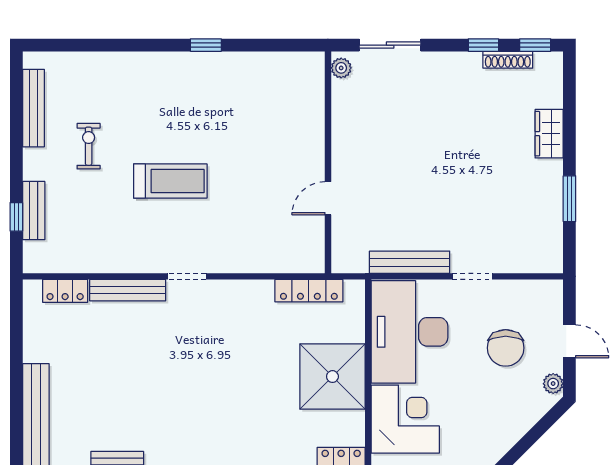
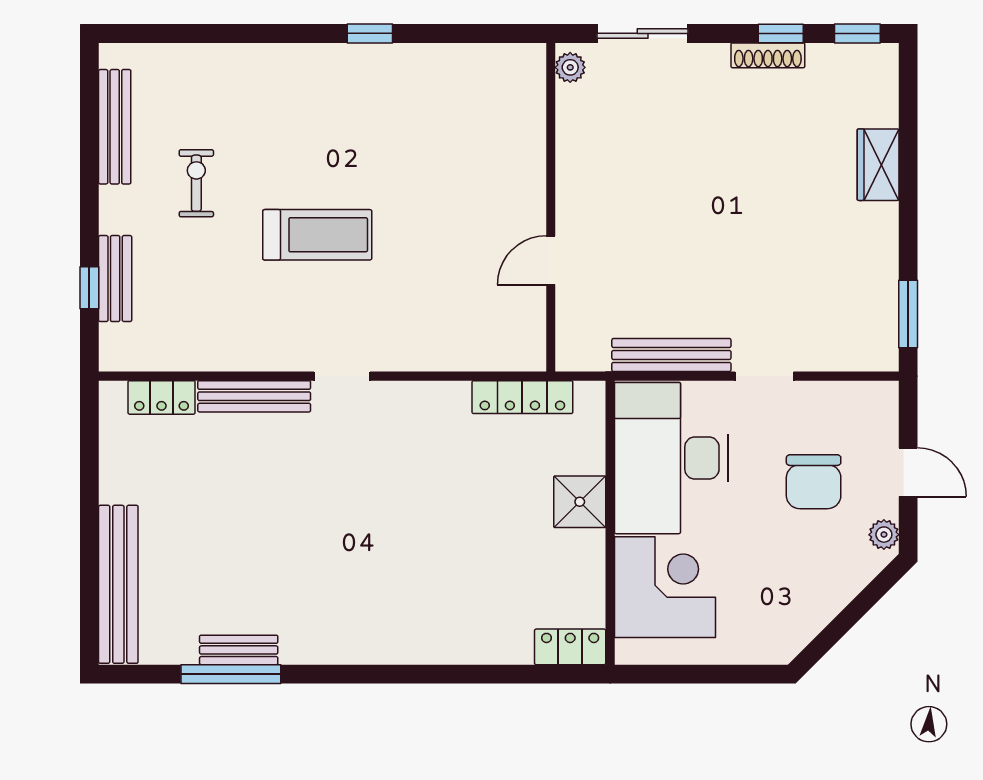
shoe rack: (508, 60) -> (768, 55), moved
window: (569, 199) -> (908, 314), moved
shower: (332, 377) -> (580, 502), width x0.54, depth x0.54

